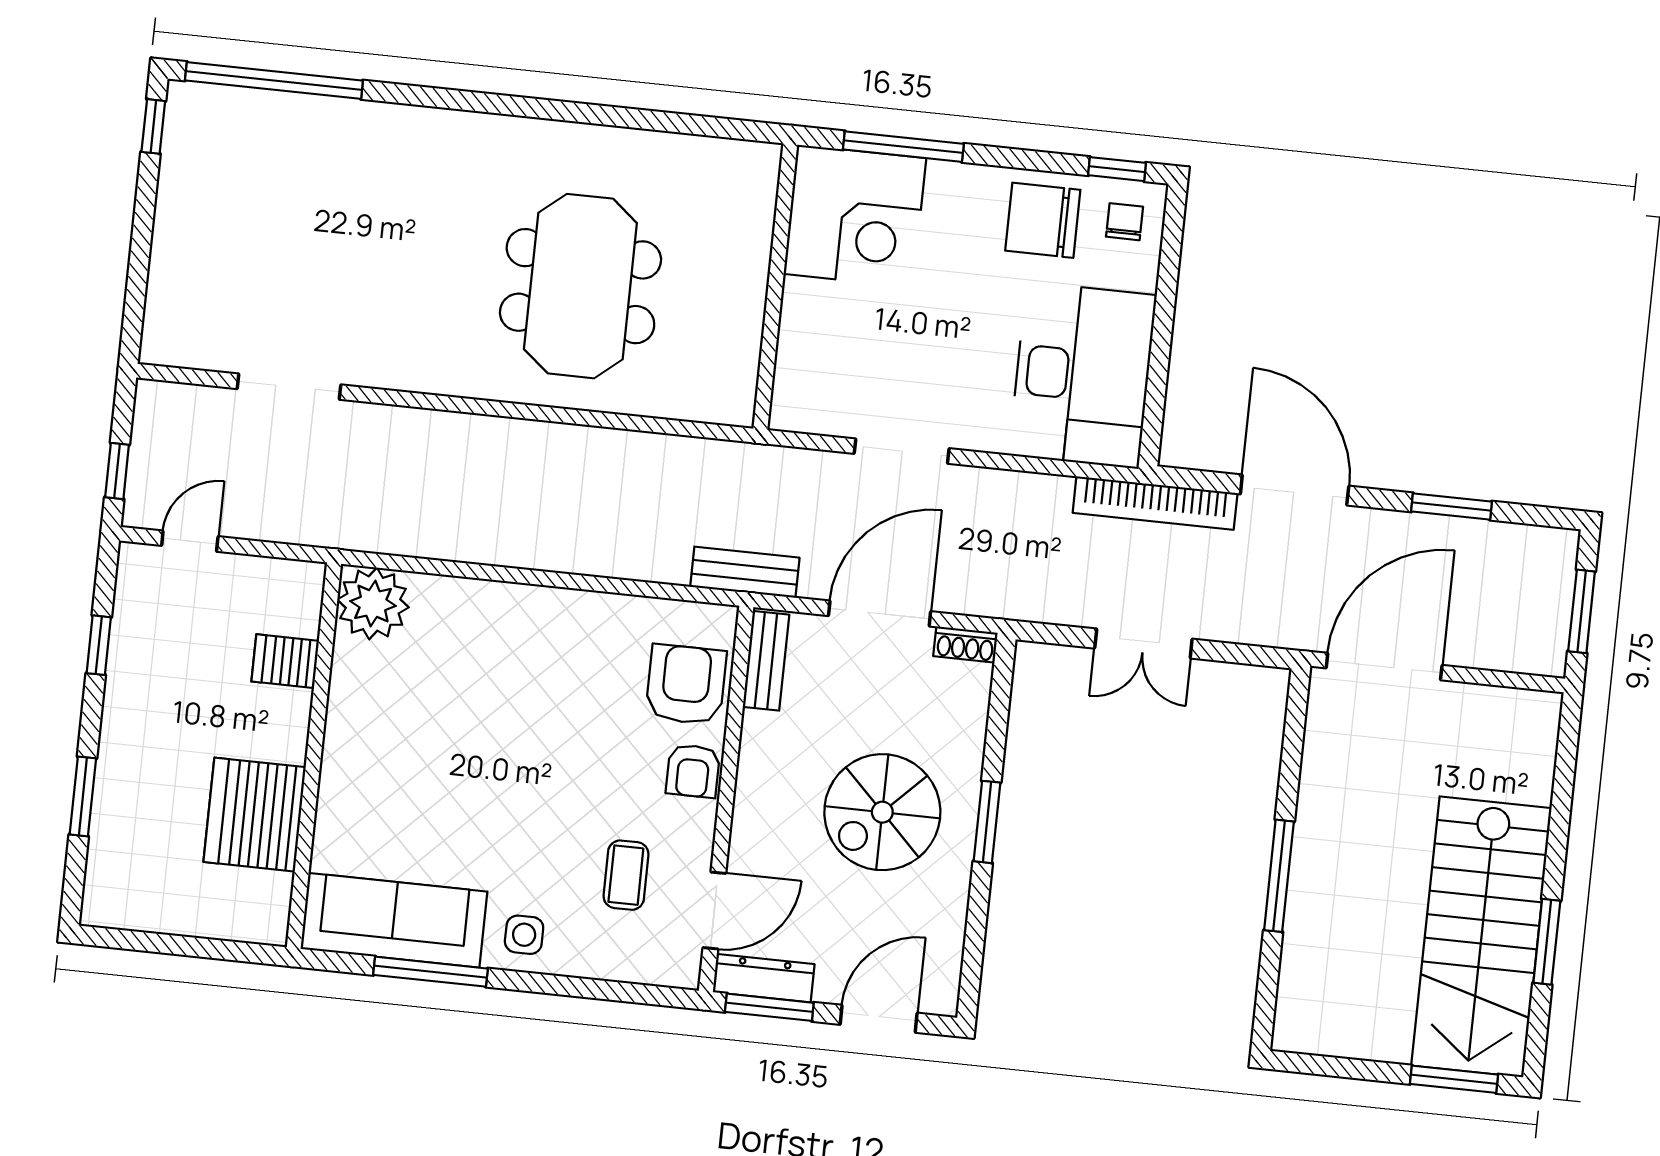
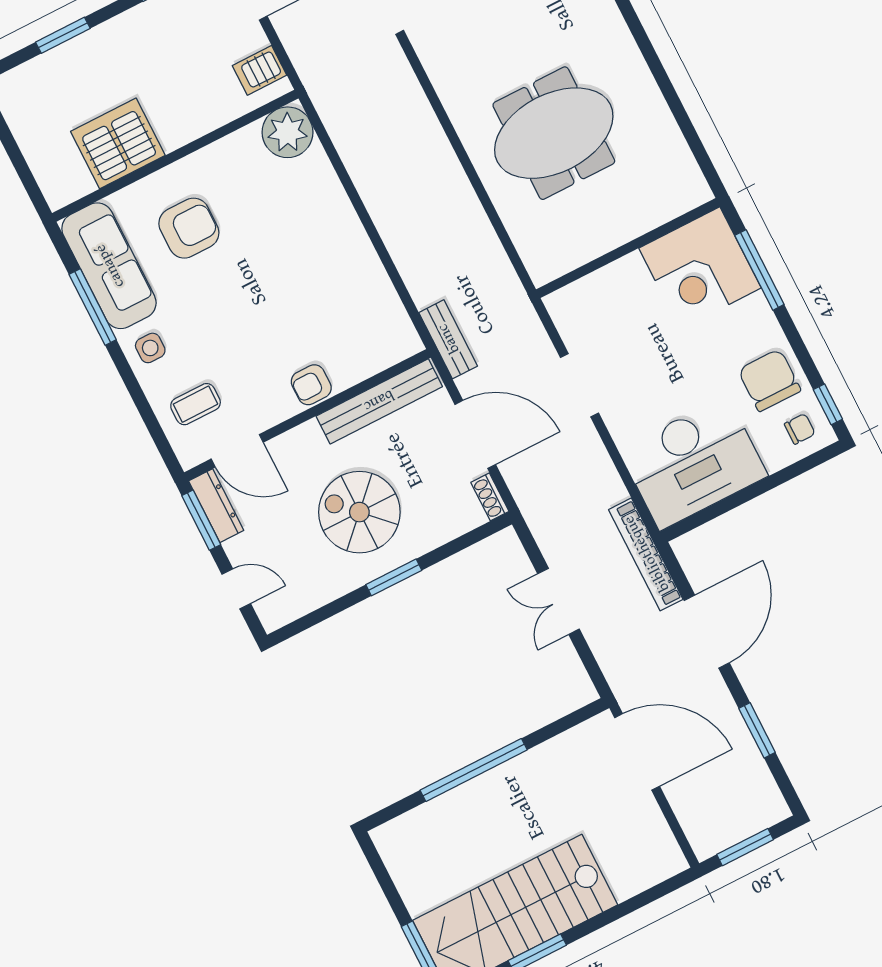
server rack: (285, 661) -> (260, 70), moved, turned -90
bench: (766, 661) -> (379, 401), width x1.86, depth x1.21
armchair: (686, 685) -> (189, 228), moved
coffee table: (626, 875) -> (196, 404), moved
window: (1279, 876) -> (474, 770), width x1.46
door: (879, 1019) -> (236, 589), width x0.73

